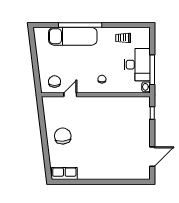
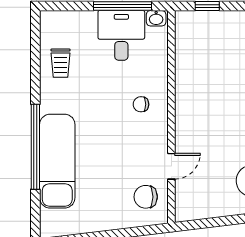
desk: (137, 65) -> (121, 35), width x0.73
door: (70, 95) -> (171, 166), swing flipped

